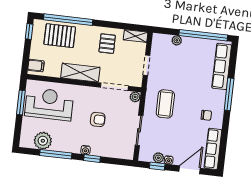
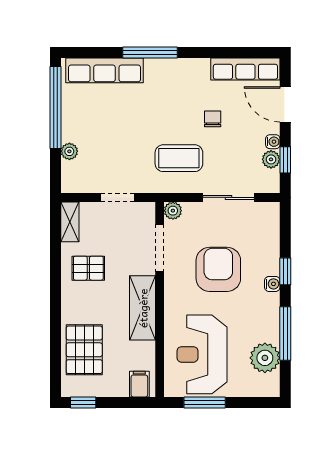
window: (68, 20) -> (56, 339), removed
chair: (206, 115) -> (213, 119), moved
armchair: (98, 119) -> (218, 269), width x1.88, depth x1.88

